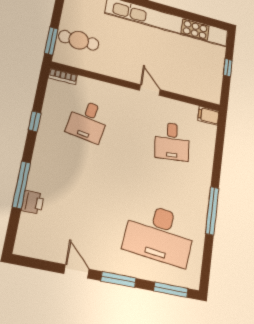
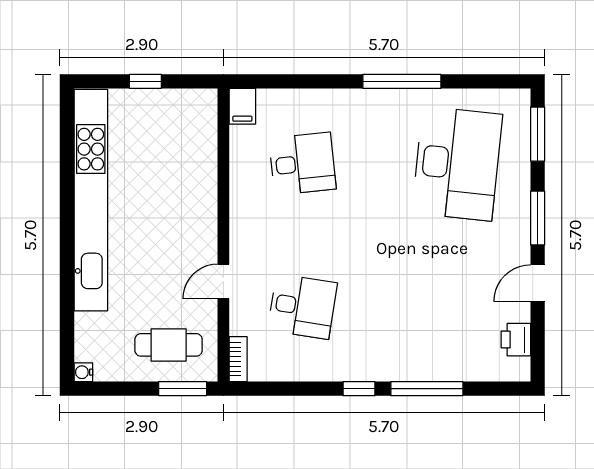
cafe table: (79, 40) -> (169, 345), turned 90
door: (150, 90) -> (223, 281), moved
window: (35, 121) -> (359, 389), moved
printer: (33, 202) -> (516, 340), moved, turned -90

